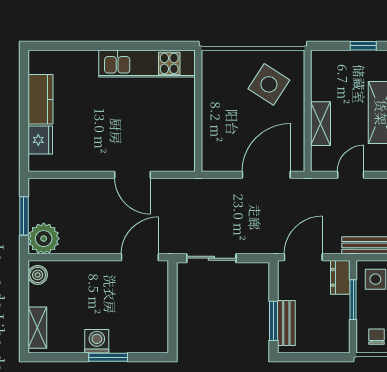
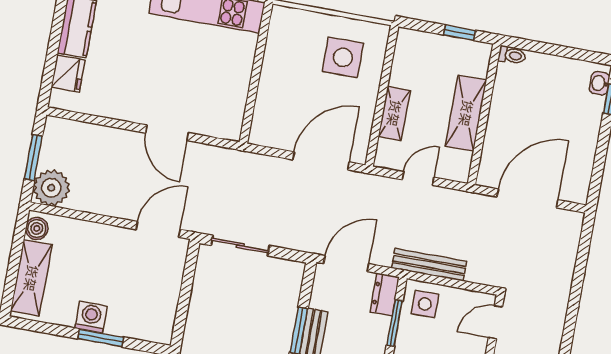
side table: (269, 84) -> (343, 57), turned -33
shelving: (37, 328) -> (31, 278), width x1.50, depth x1.33

